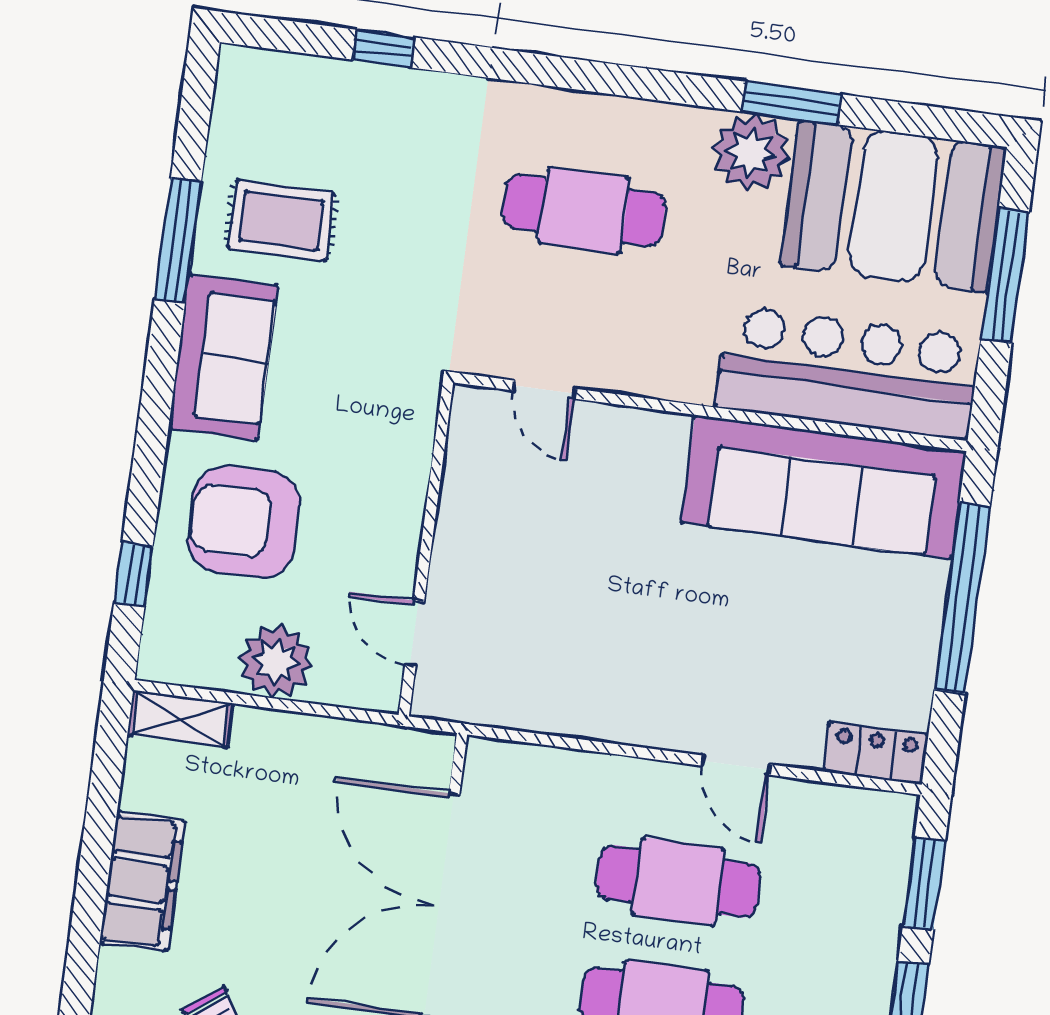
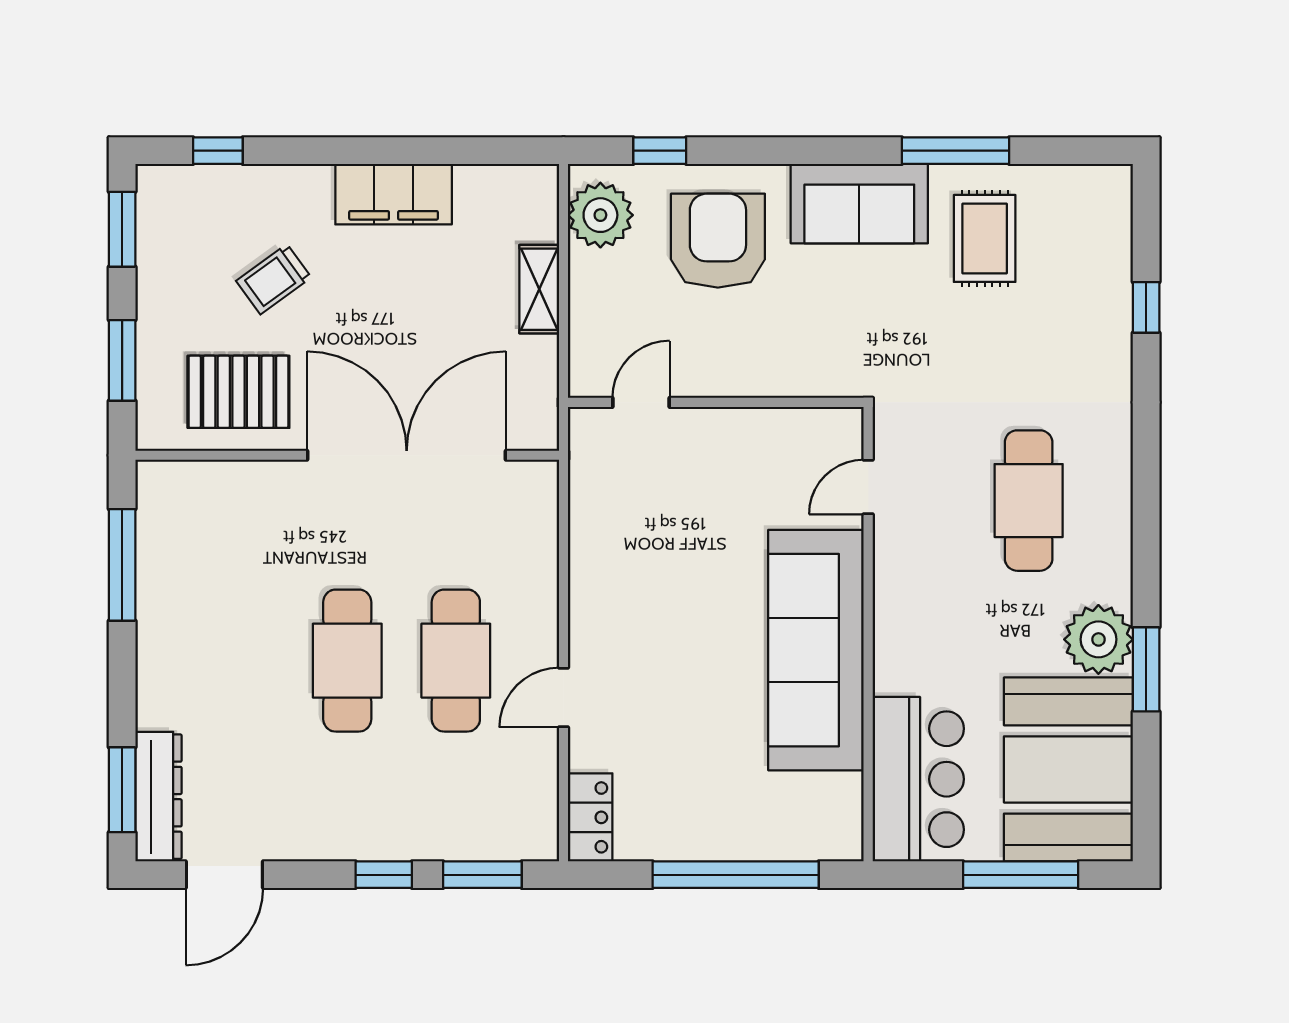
bar counter: (848, 373) -> (918, 779), width x0.73
sofa: (824, 487) -> (816, 650), moved
plant: (276, 661) -> (600, 215), moved
shelving: (180, 719) -> (539, 289), moved

